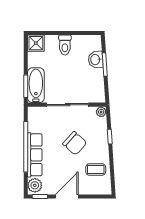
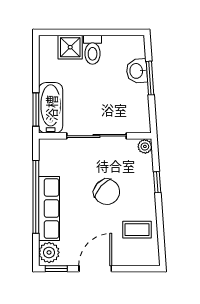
shower: (36, 43) -> (70, 47), moved

